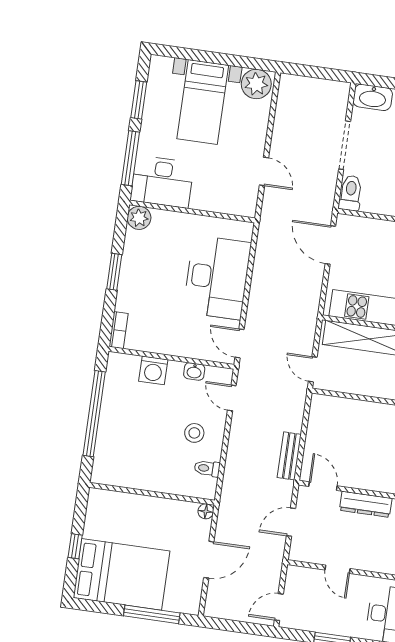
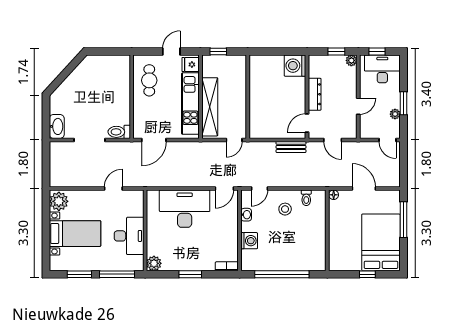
desk: (162, 182) -> (129, 236), moved
plant: (317, 624) -> (395, 114), added

